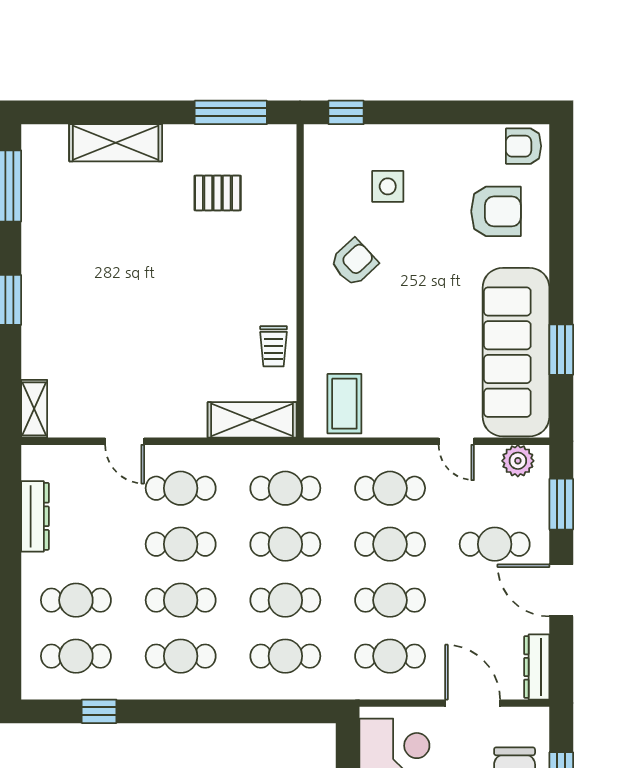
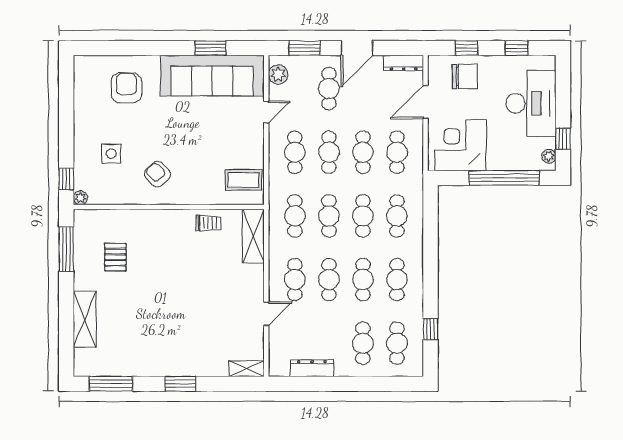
plant: (315, 136) -> (80, 198), added
armchair: (524, 146) -> (87, 71), removed

